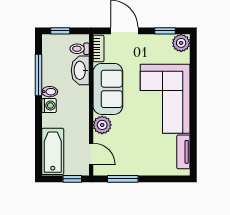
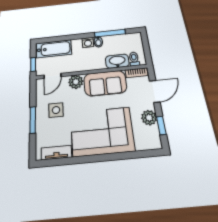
window: (60, 31) -> (146, 44), removed
plant: (181, 43) -> (149, 118), moved
side table: (135, 151) -> (56, 110), added
window: (123, 179) -> (33, 120), moved

